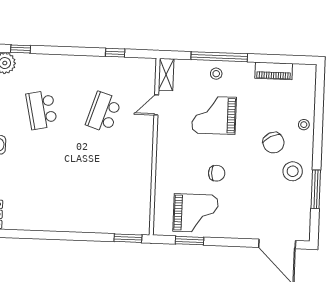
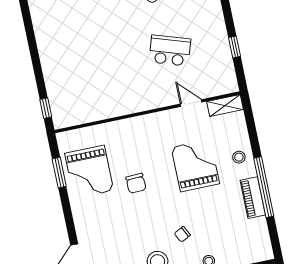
window: (219, 57) -> (264, 187), moved
piano: (274, 71) -> (253, 198), moved
chair: (274, 143) -> (182, 234), width x0.54, depth x0.54
window: (128, 238) -> (46, 108), width x0.67

